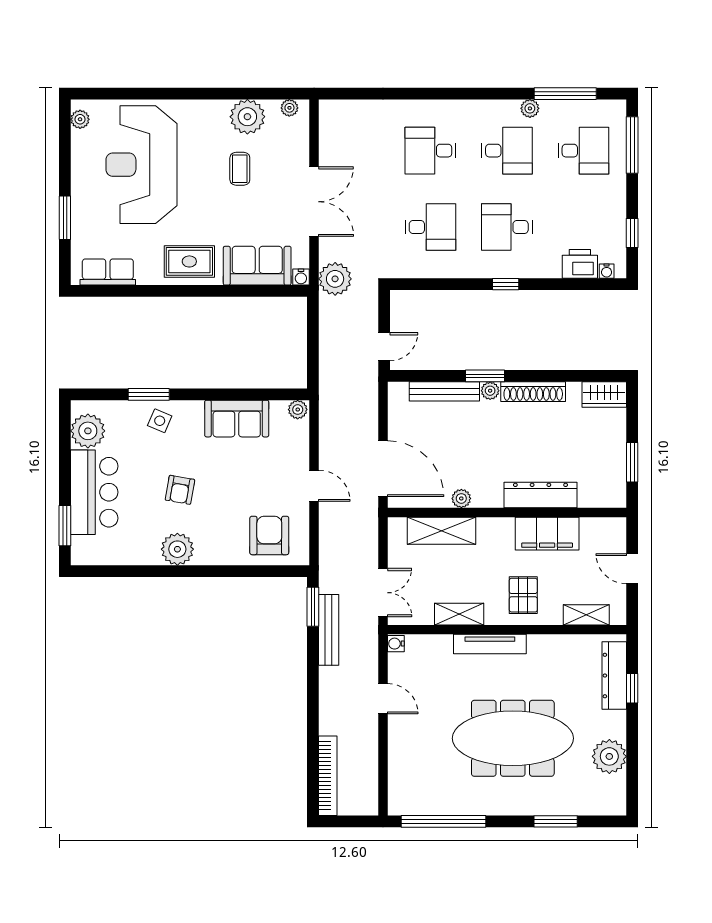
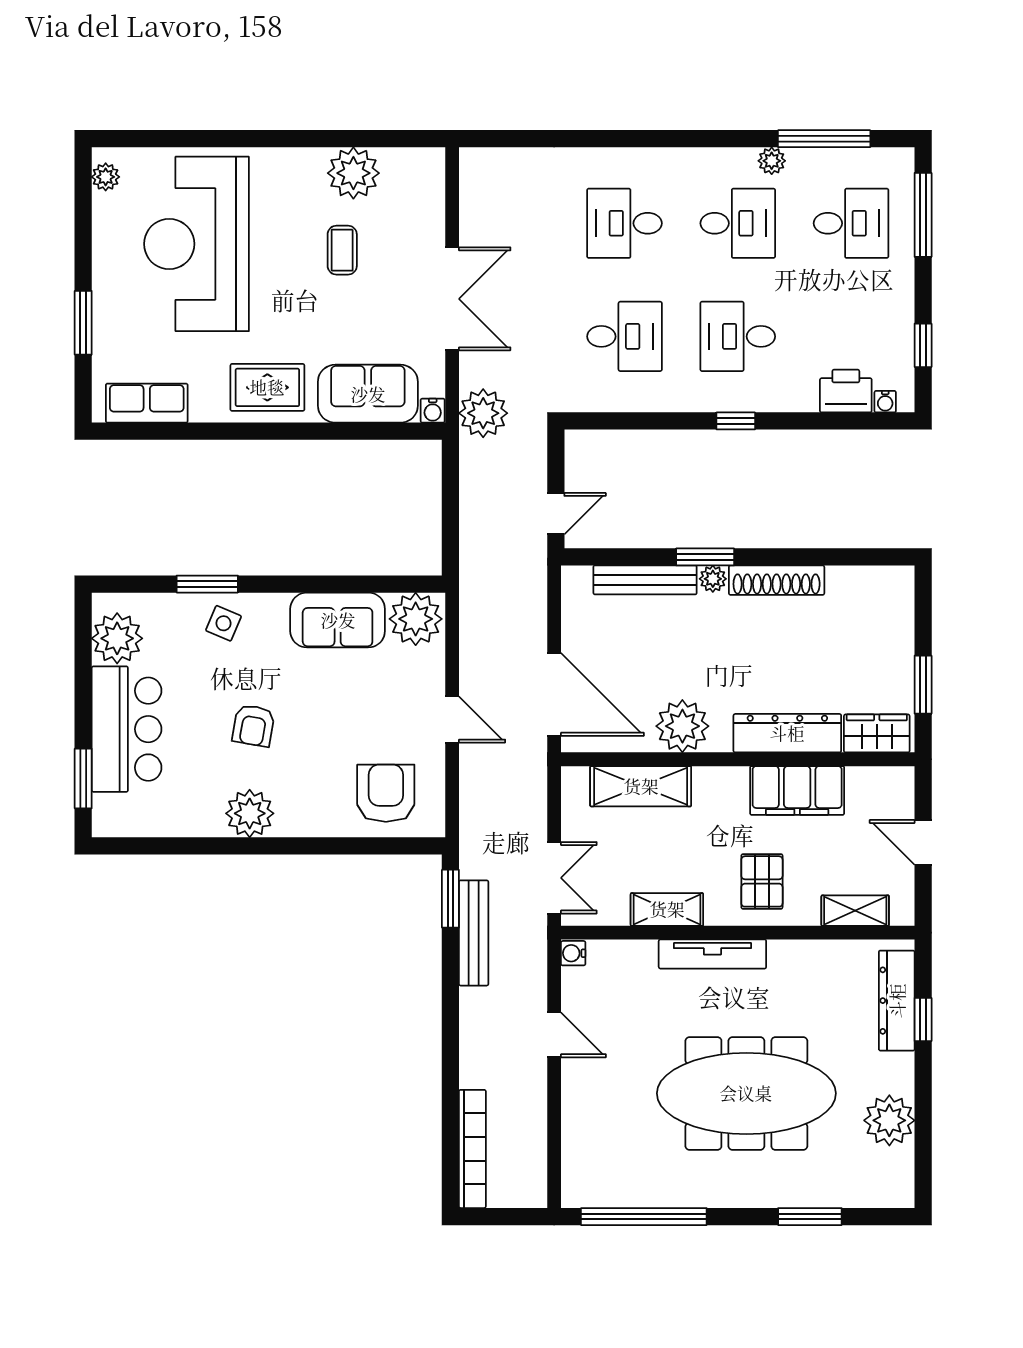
plant: (289, 108) -> (416, 160), removed
wardrobe: (604, 395) -> (877, 733), moved, turned 180
plant: (298, 410) -> (416, 619), width x1.87, depth x1.87
plant: (461, 498) -> (682, 726), width x1.88, depth x1.88

